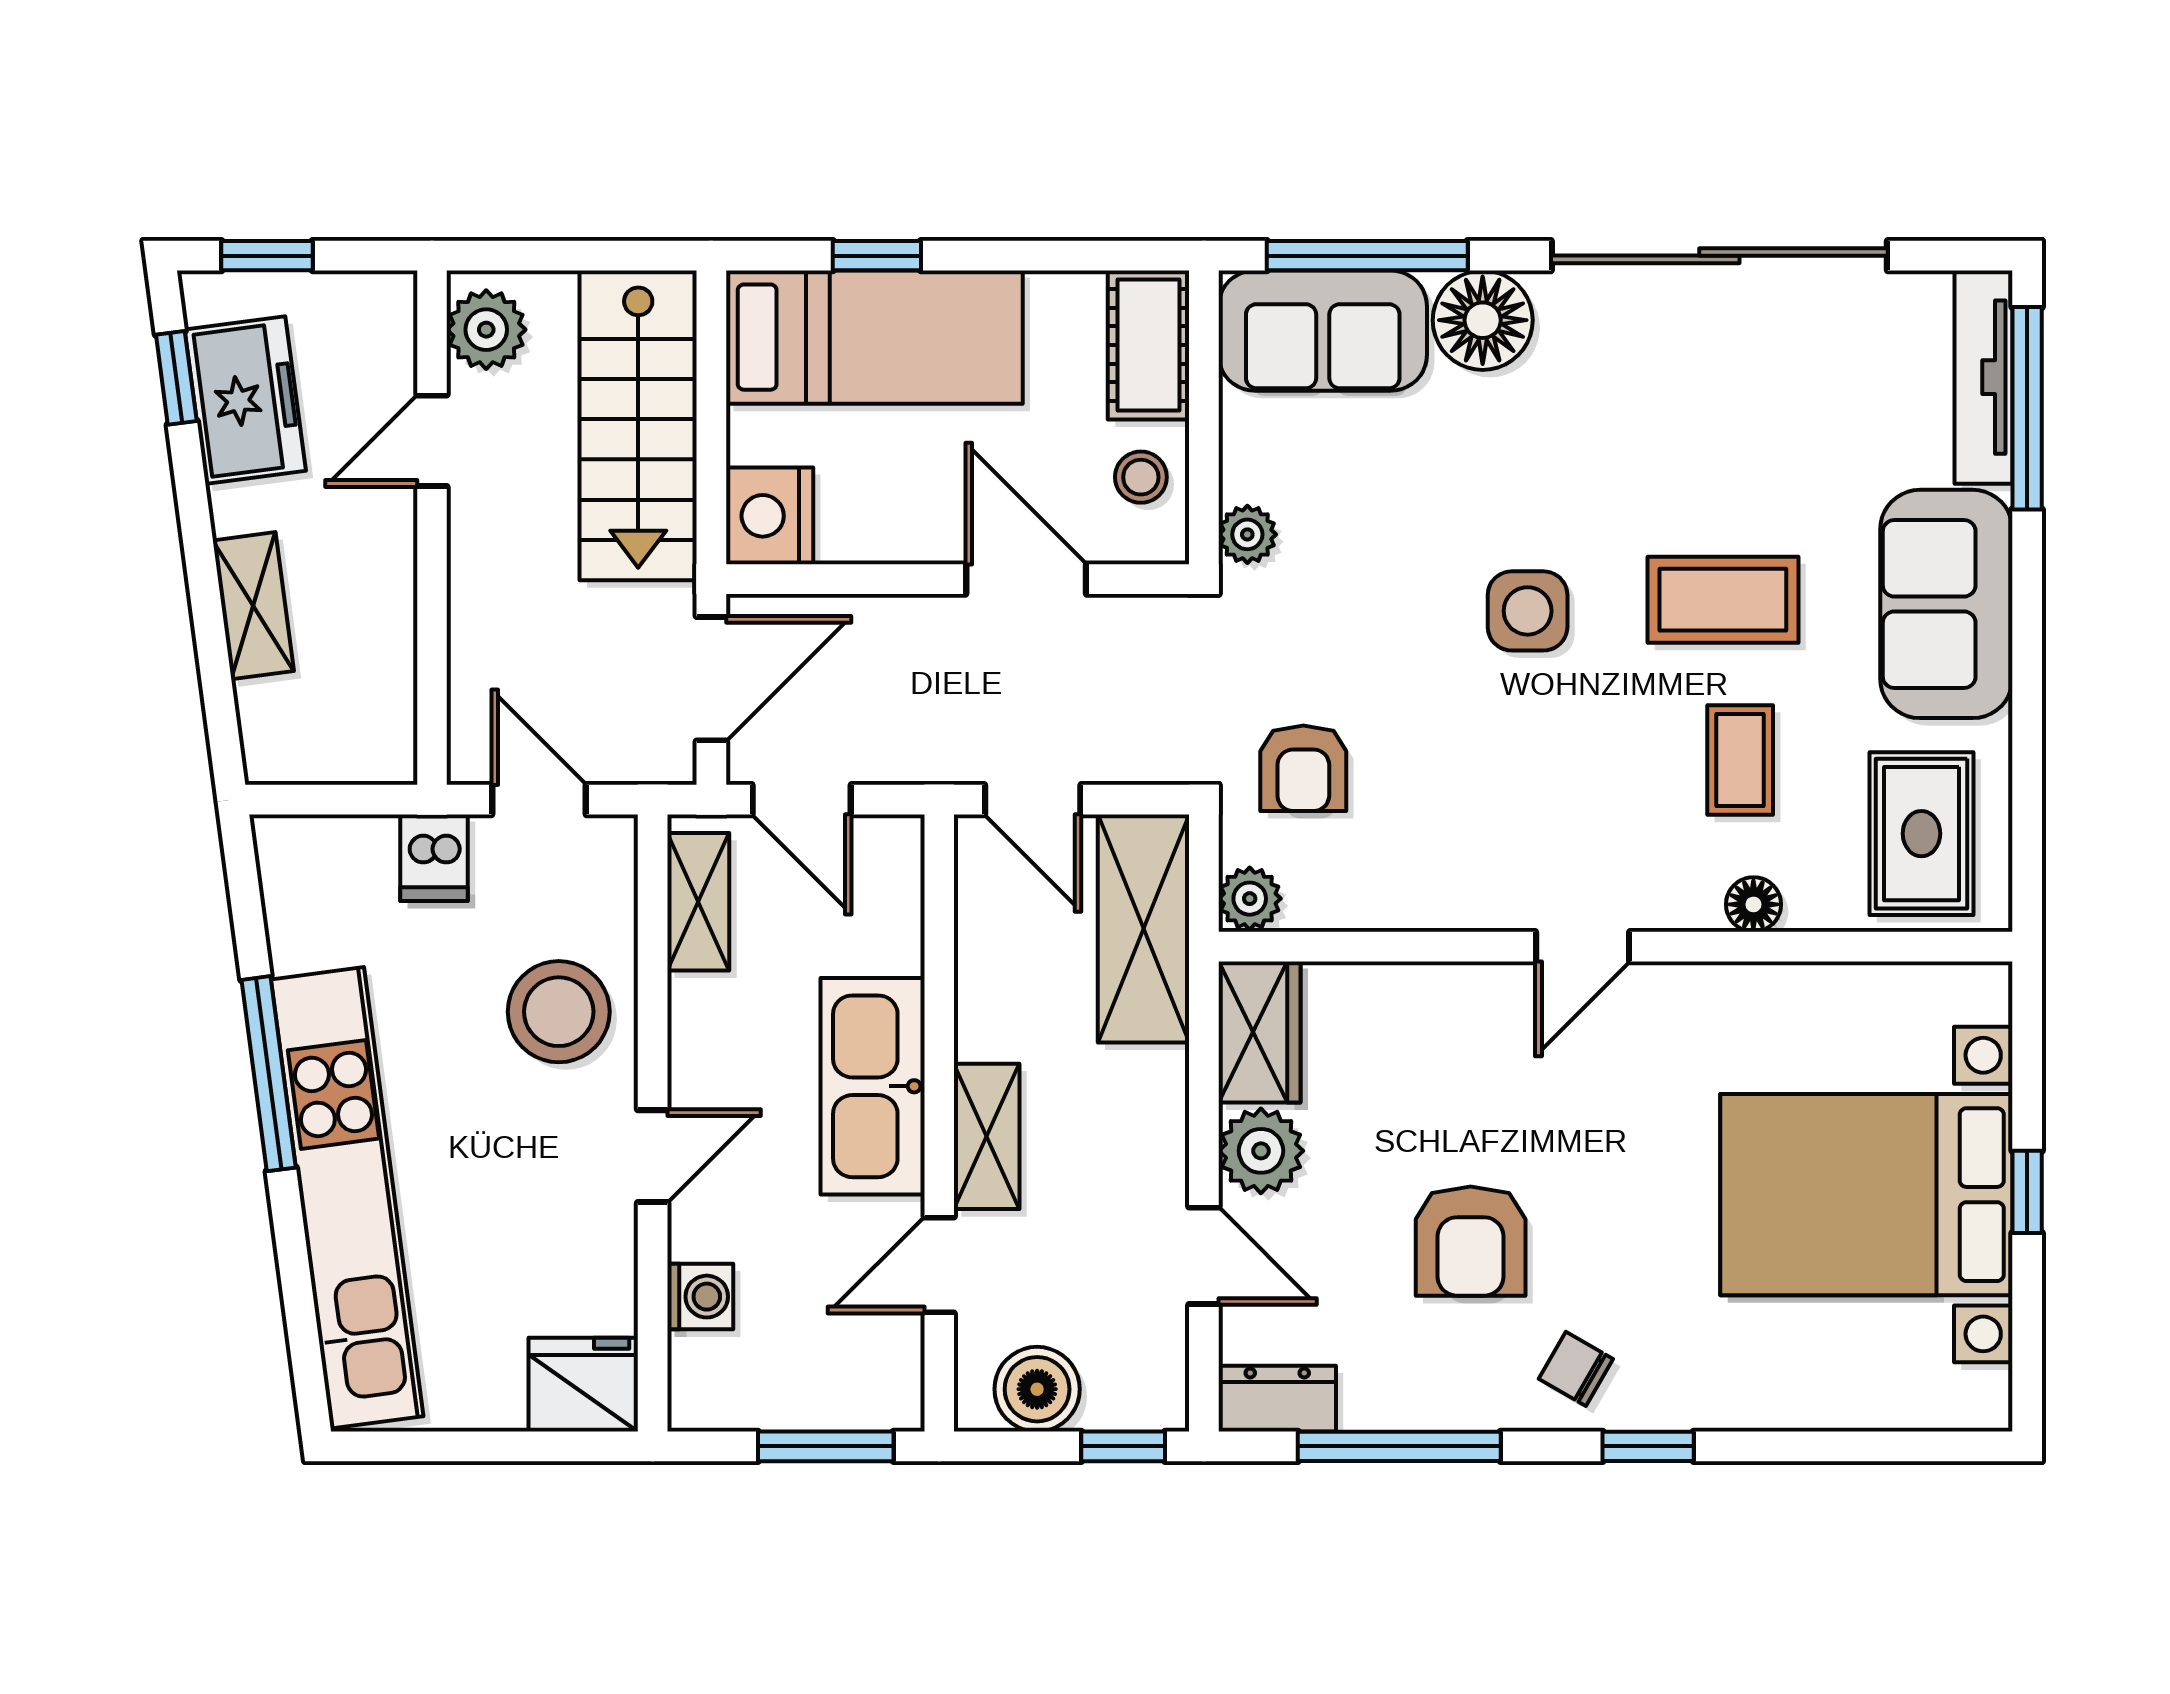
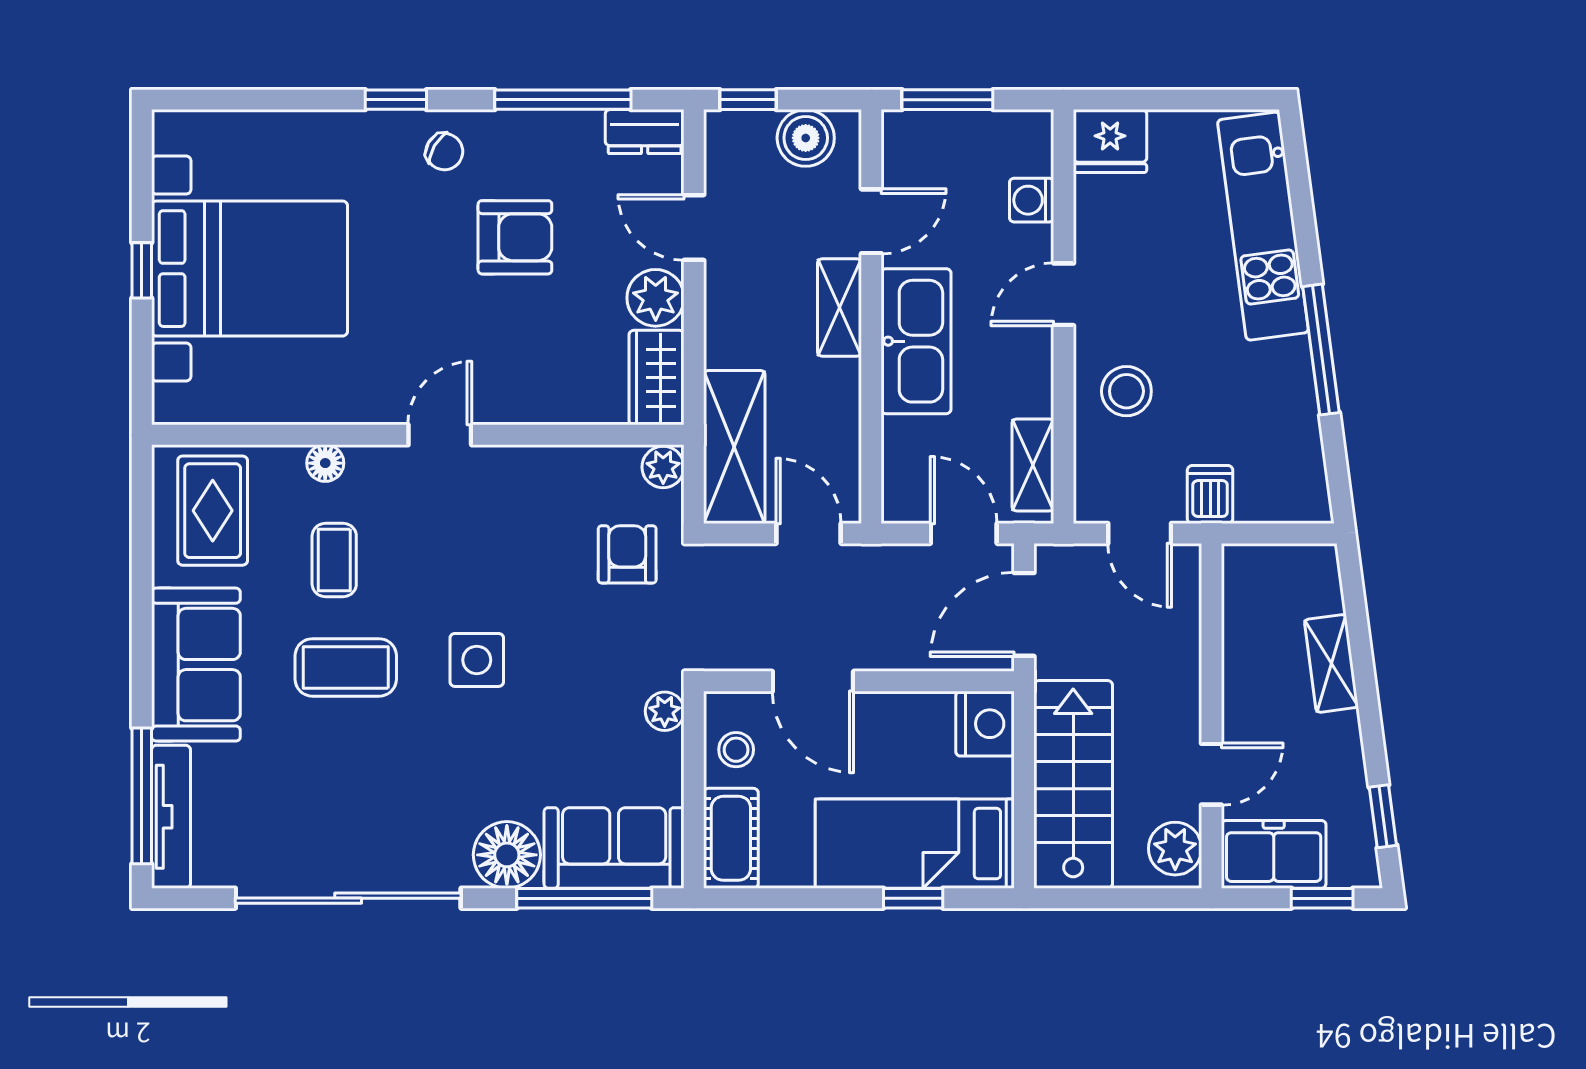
freezer: (245, 400) -> (1274, 854), moved, turned 98
stool: (559, 1012) -> (1126, 391), width x0.73, depth x0.73
kitchen unit: (347, 1198) -> (1263, 226), width x0.73
armchair: (1471, 1241) -> (515, 237), turned 90

